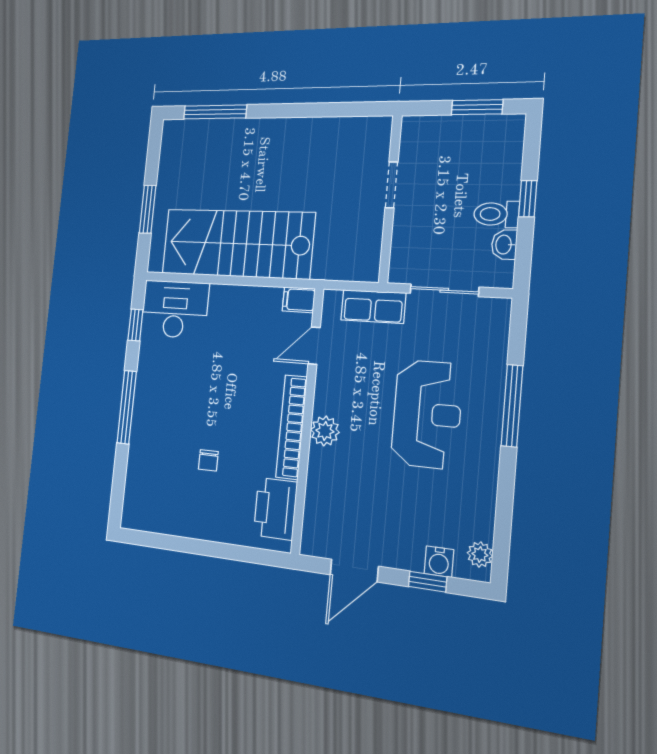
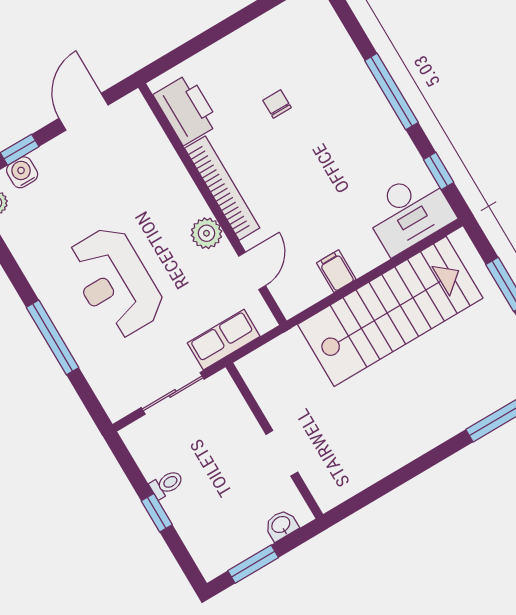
toilet: (496, 214) -> (167, 484), width x0.73, depth x0.72
washbasin: (504, 245) -> (281, 525), moved, turned -90
filing cabinet: (299, 300) -> (336, 271), moved, turned -90
plant: (325, 431) -> (207, 233), moved

